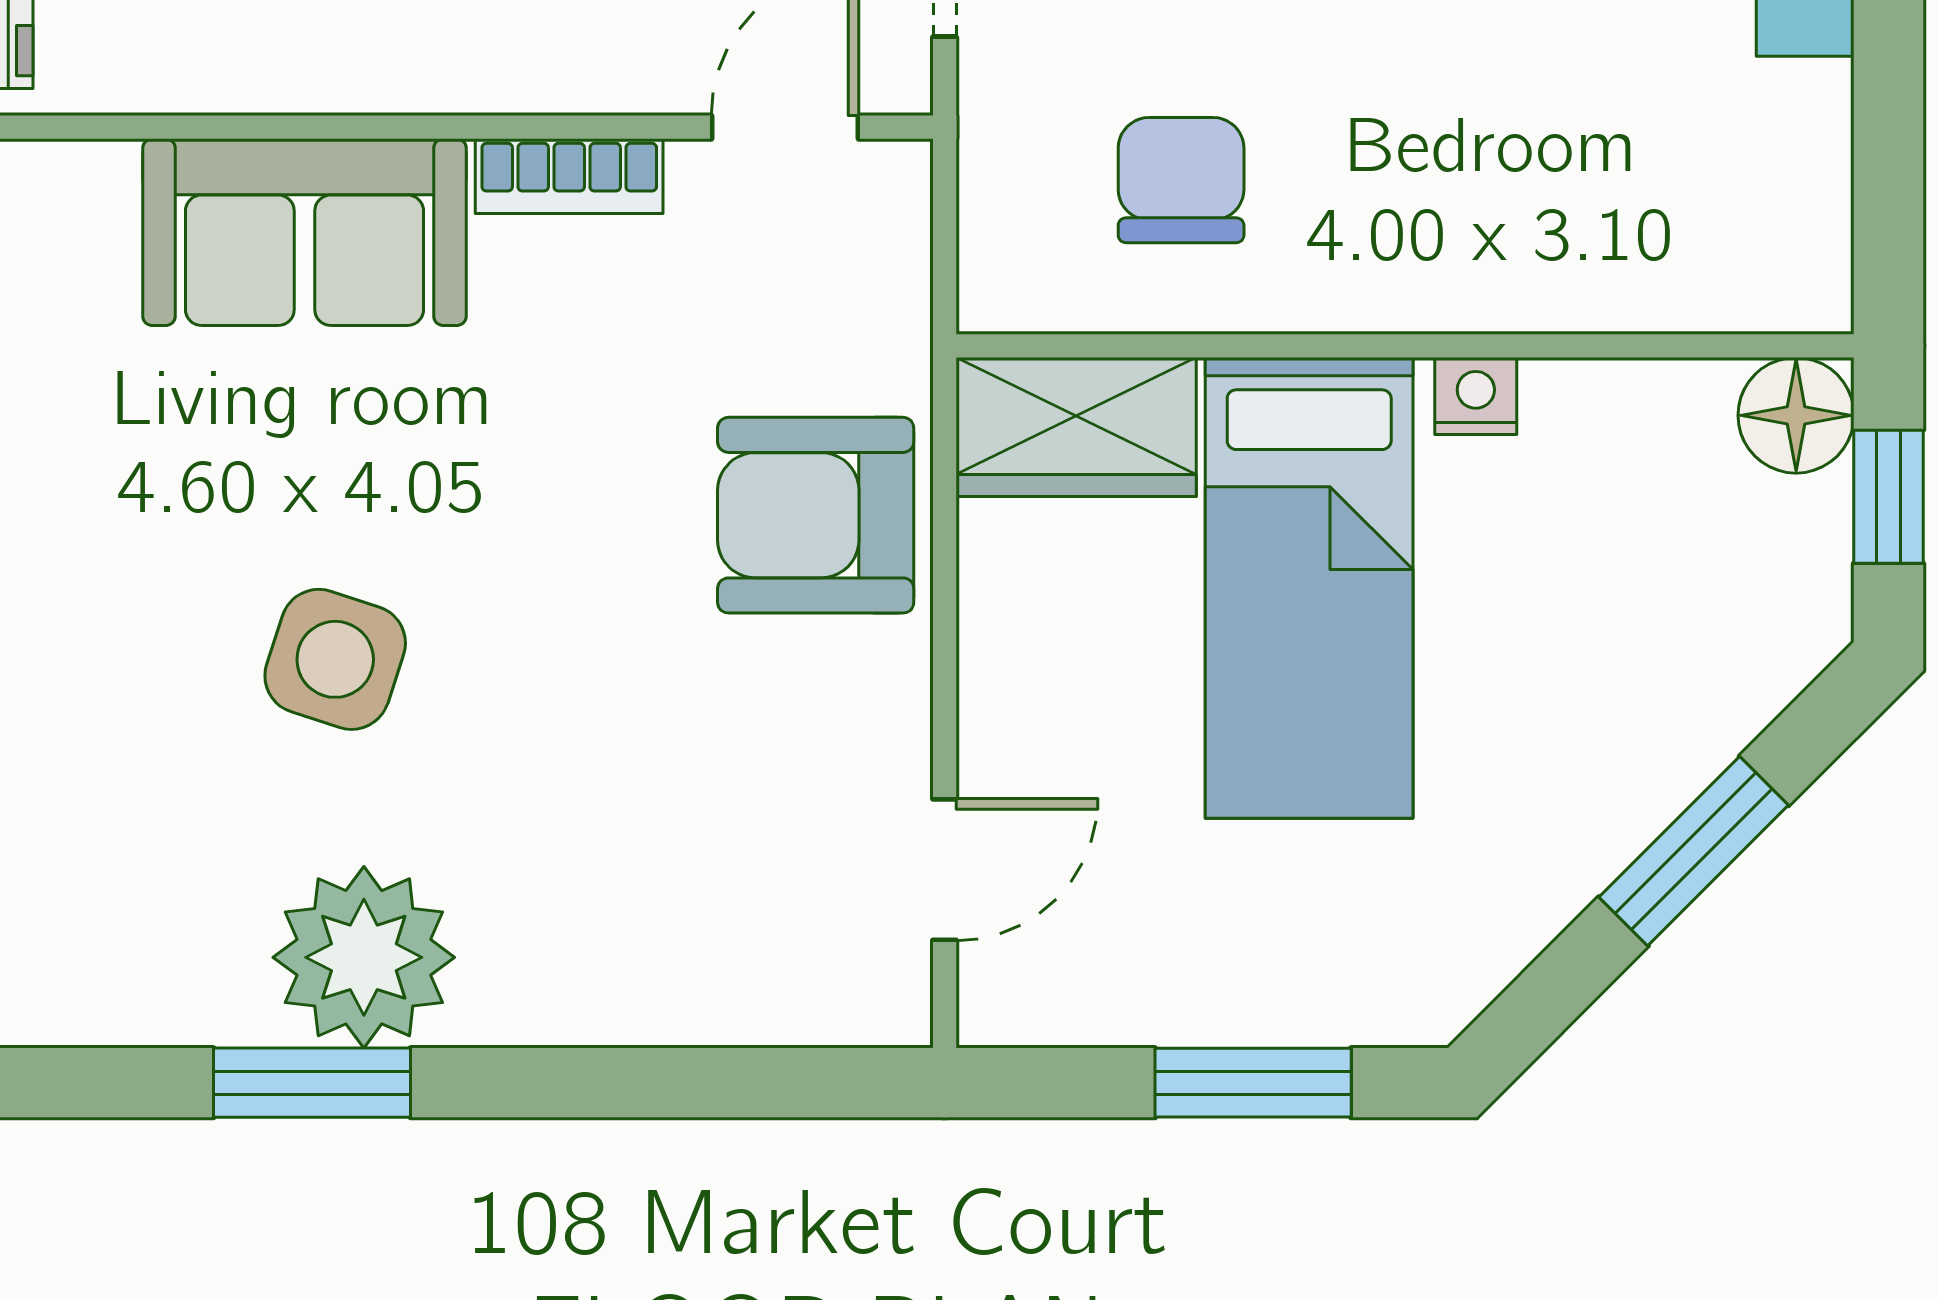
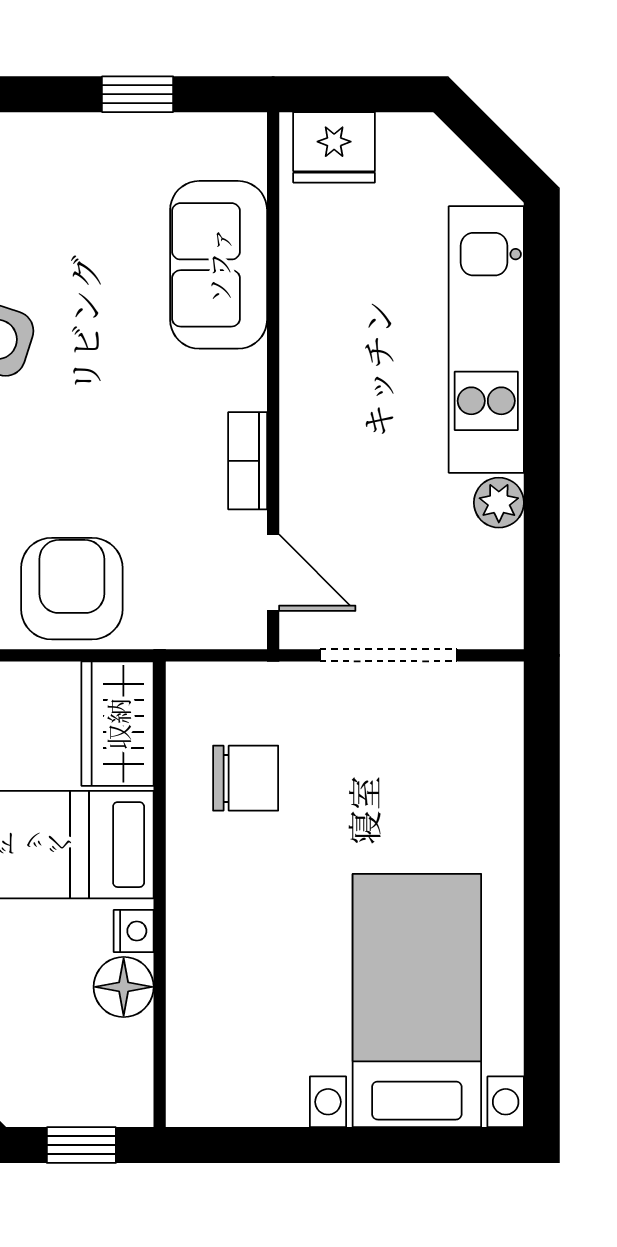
sofa: (304, 232) -> (219, 265), moved
floor lamp: (1796, 415) -> (124, 987), moved

